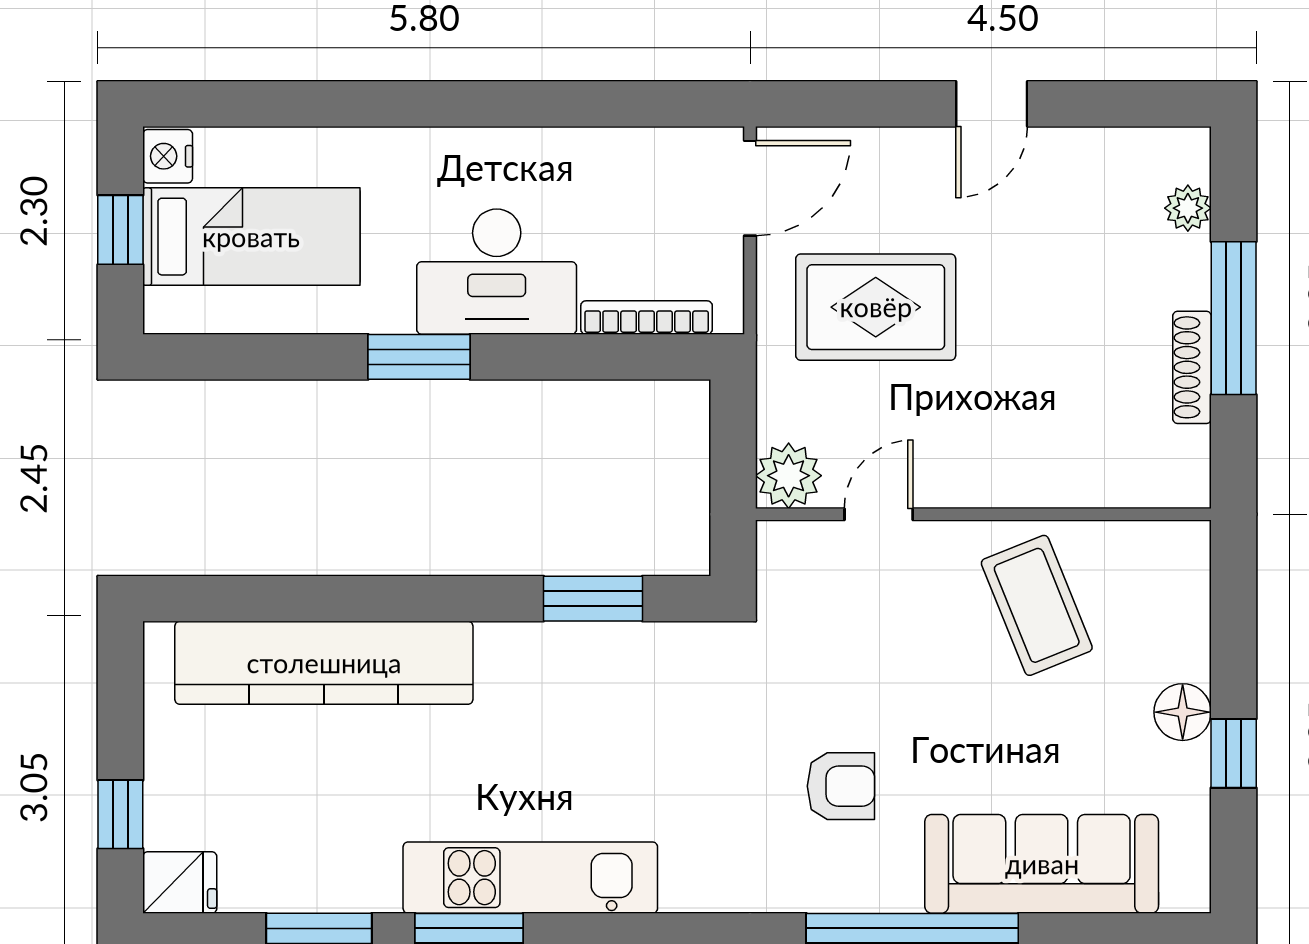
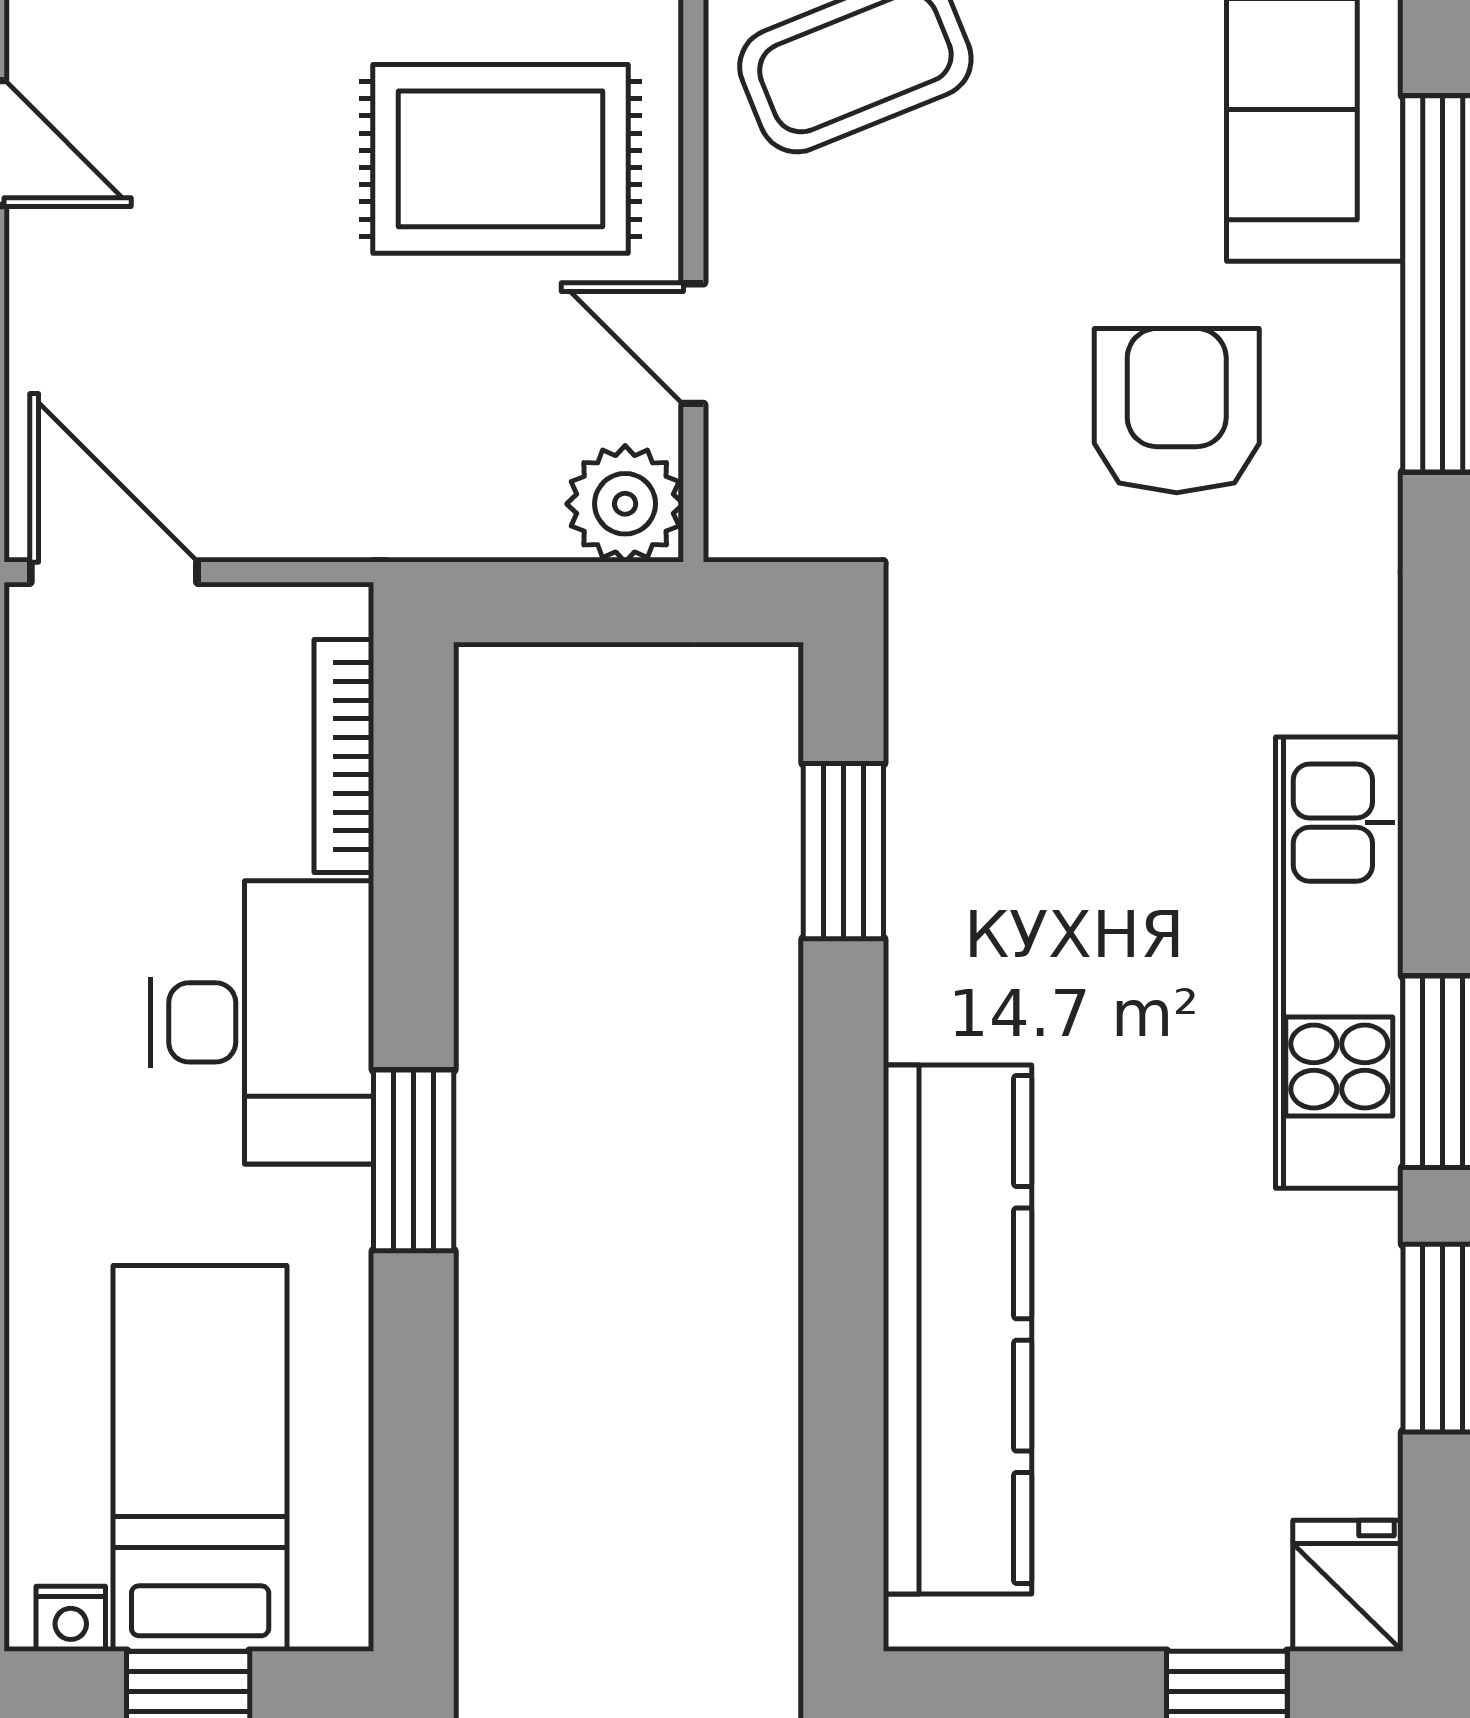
nightstand: (168, 156) -> (71, 1619), width x0.72, depth x0.74
rug: (876, 307) -> (500, 159), moved, turned 90
armchair: (841, 786) -> (1177, 411), width x1.38, depth x1.38

